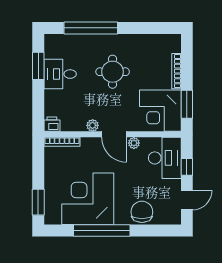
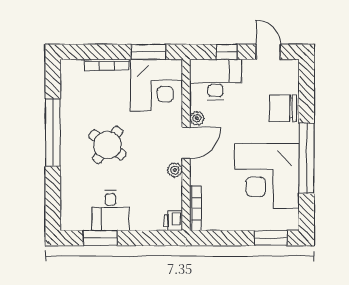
window: (91, 28) -> (53, 132), moved
round table: (113, 72) -> (108, 145), turned 36

